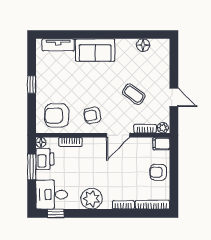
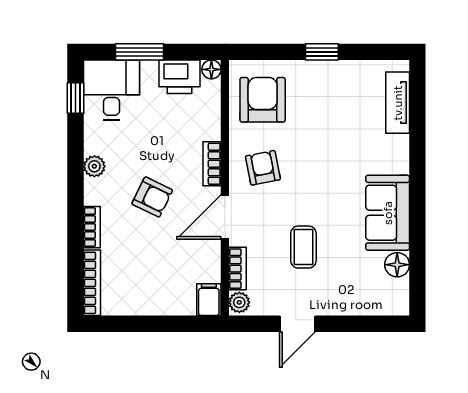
sofa: (95, 50) -> (388, 213), moved
coffee table: (134, 94) -> (303, 247), turned -37
door: (118, 135) -> (225, 217), hinge flipped
bookcase: (70, 142) -> (212, 164), moved
window: (32, 167) -> (139, 52), moved
armchair: (158, 172) -> (152, 197), moved, turned 116
plant: (92, 199) -> (94, 166), width x0.53, depth x0.53

